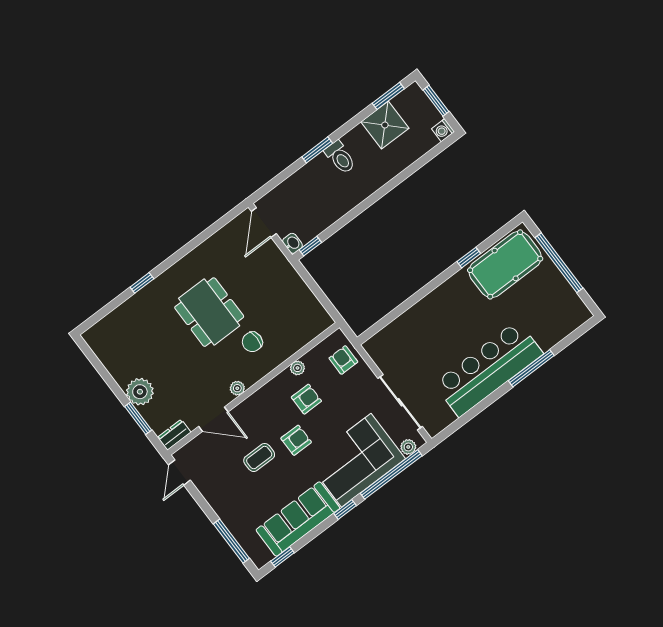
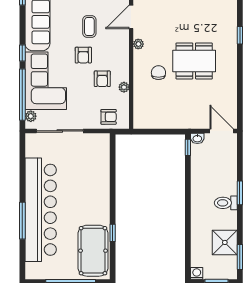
bar counter: (488, 369) -> (41, 210), width x1.36

